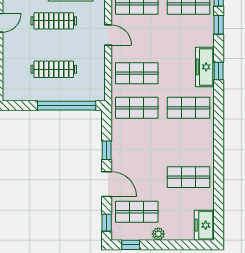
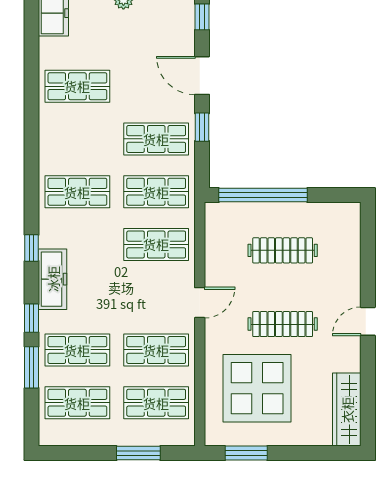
door: (108, 35) -> (200, 303), swing flipped
freezer: (205, 67) -> (53, 279), moved
shop shelf: (137, 212) -> (156, 139), moved

